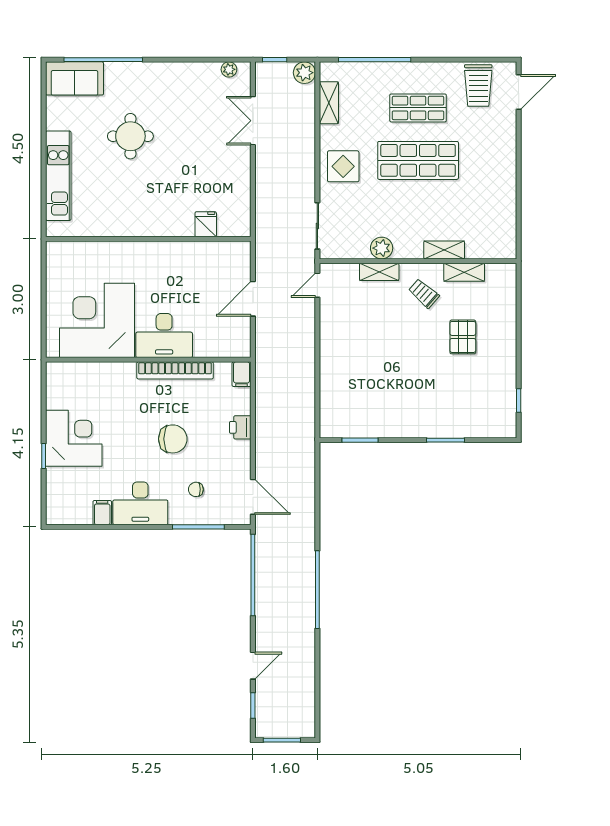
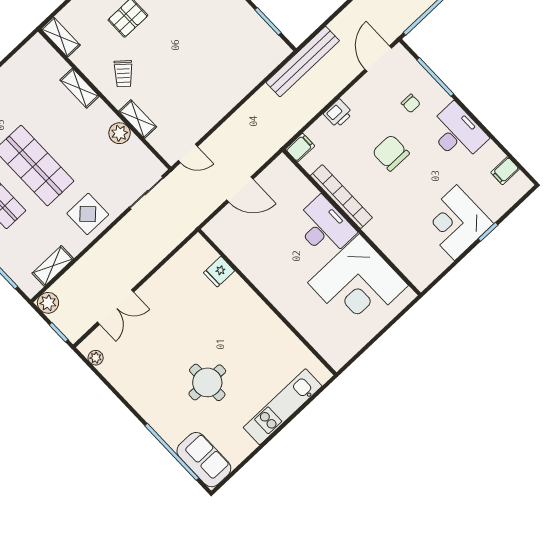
shelving: (464, 272) -> (61, 37), moved
bench: (305, 438) -> (303, 62), added
filing cabinet: (102, 513) -> (505, 171), moved

